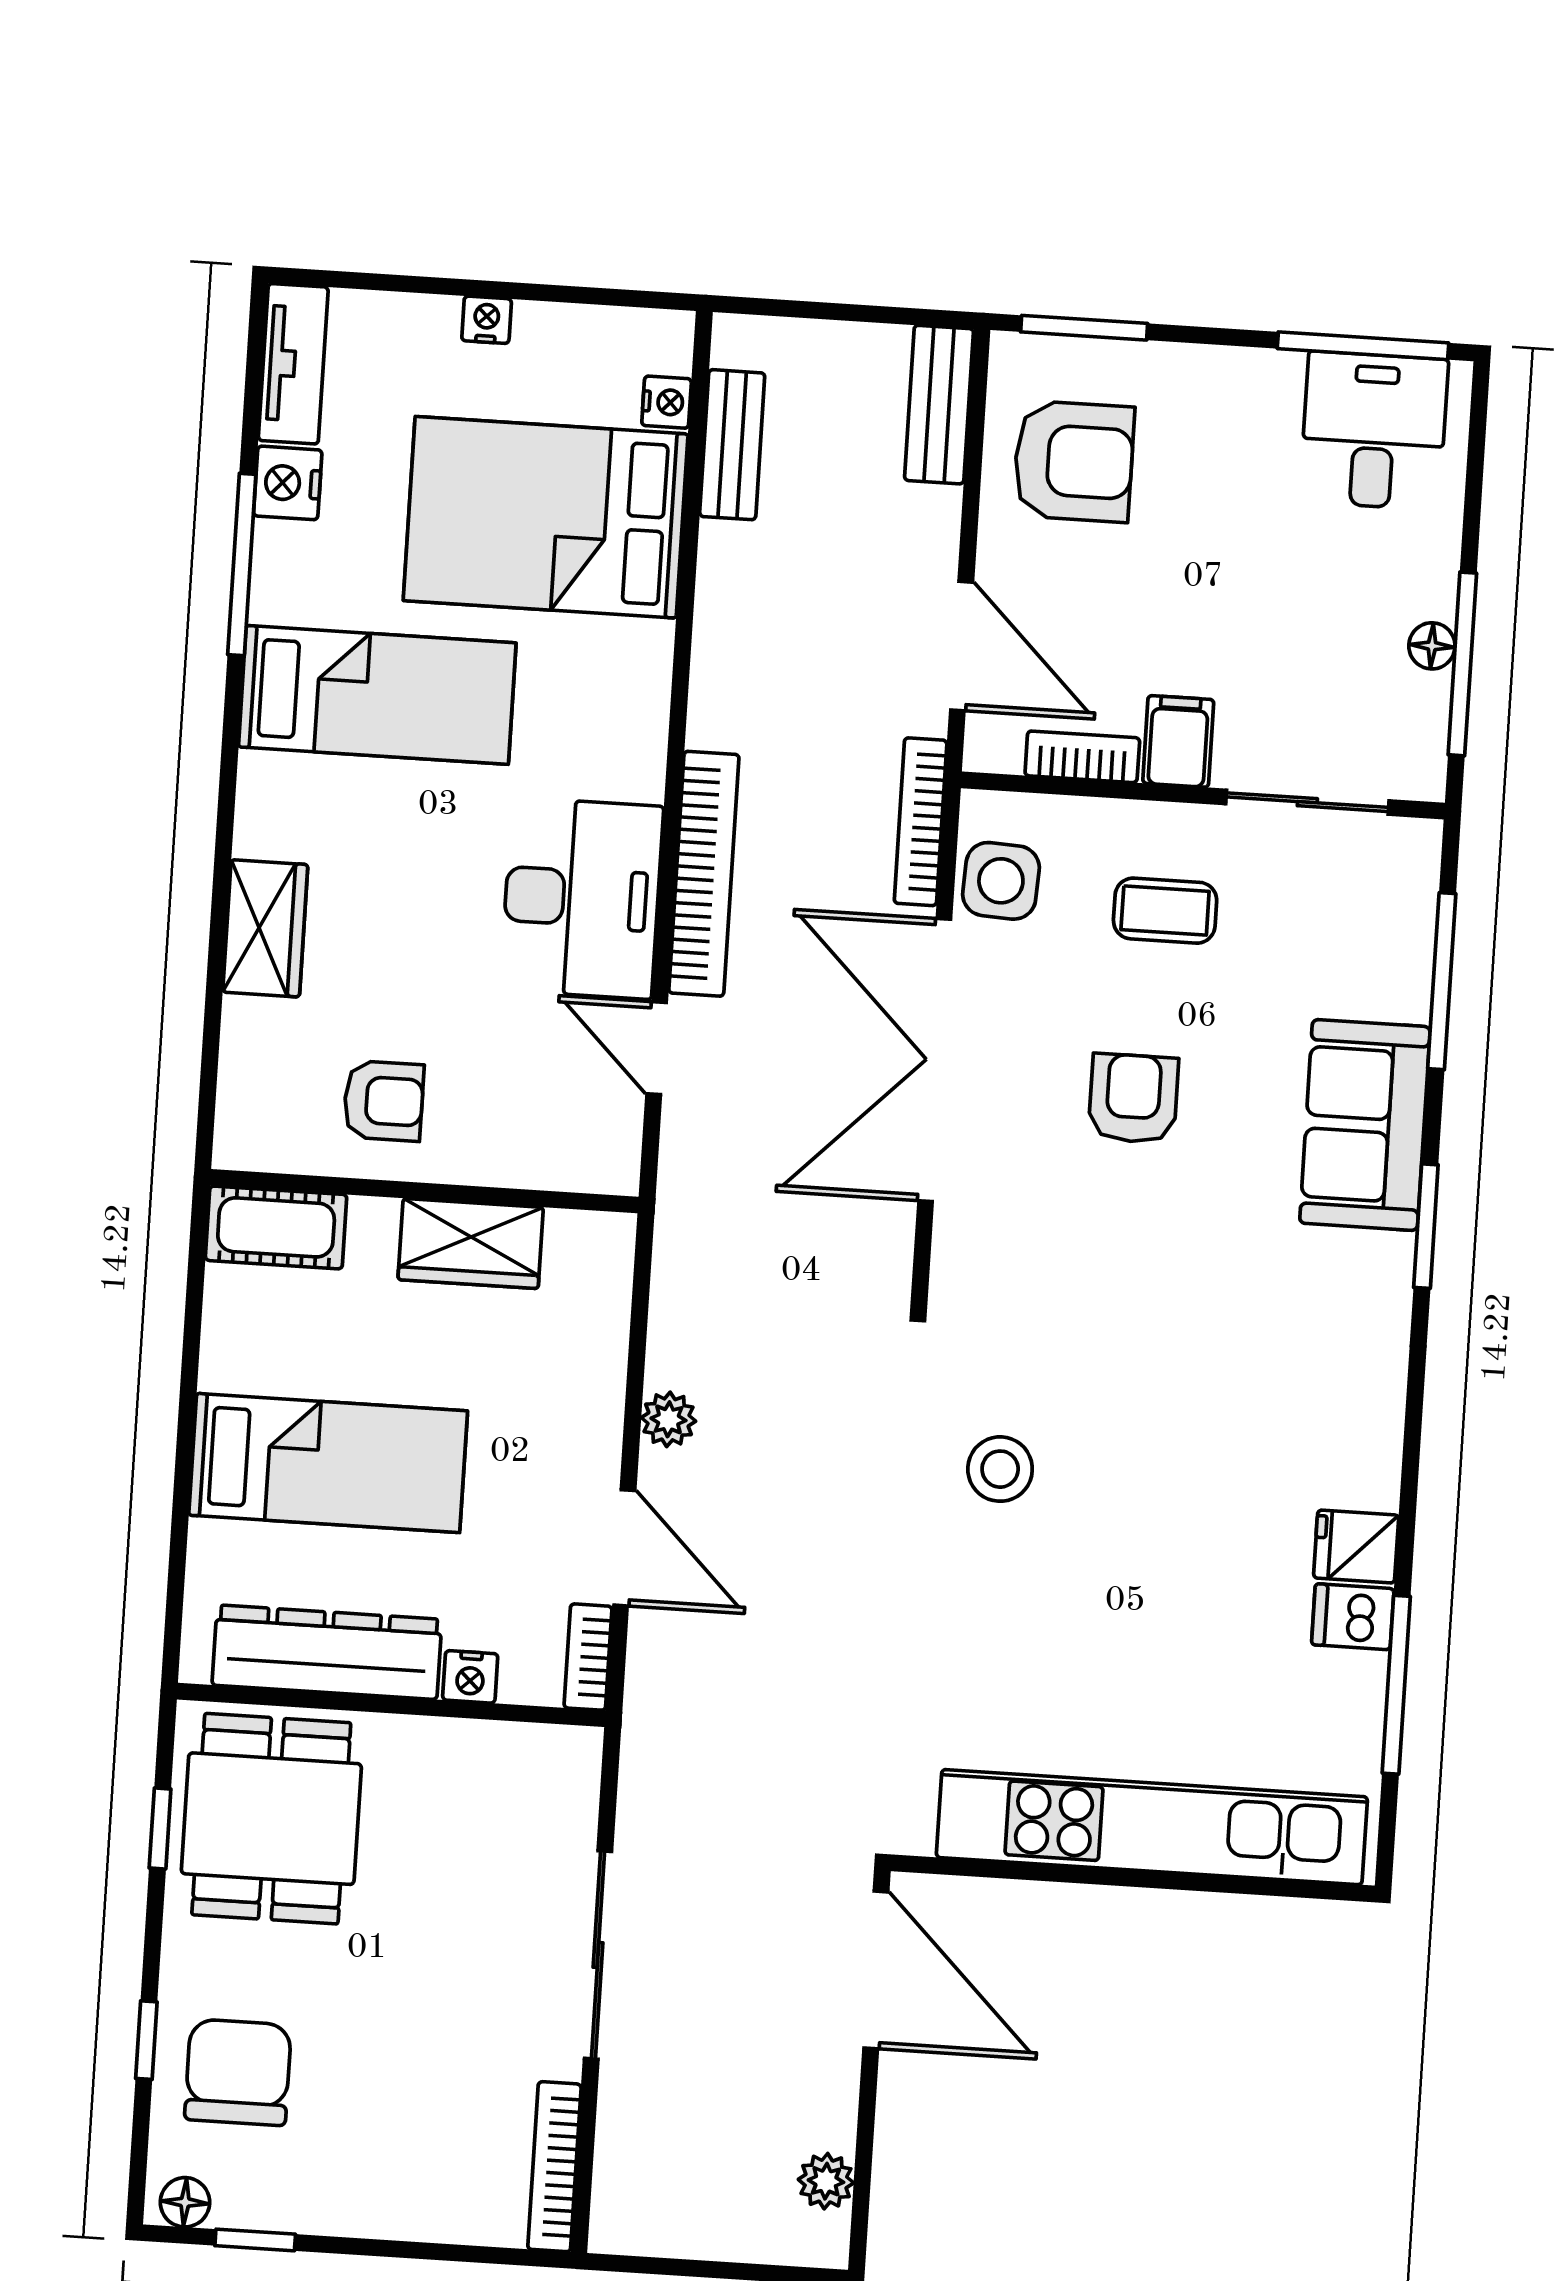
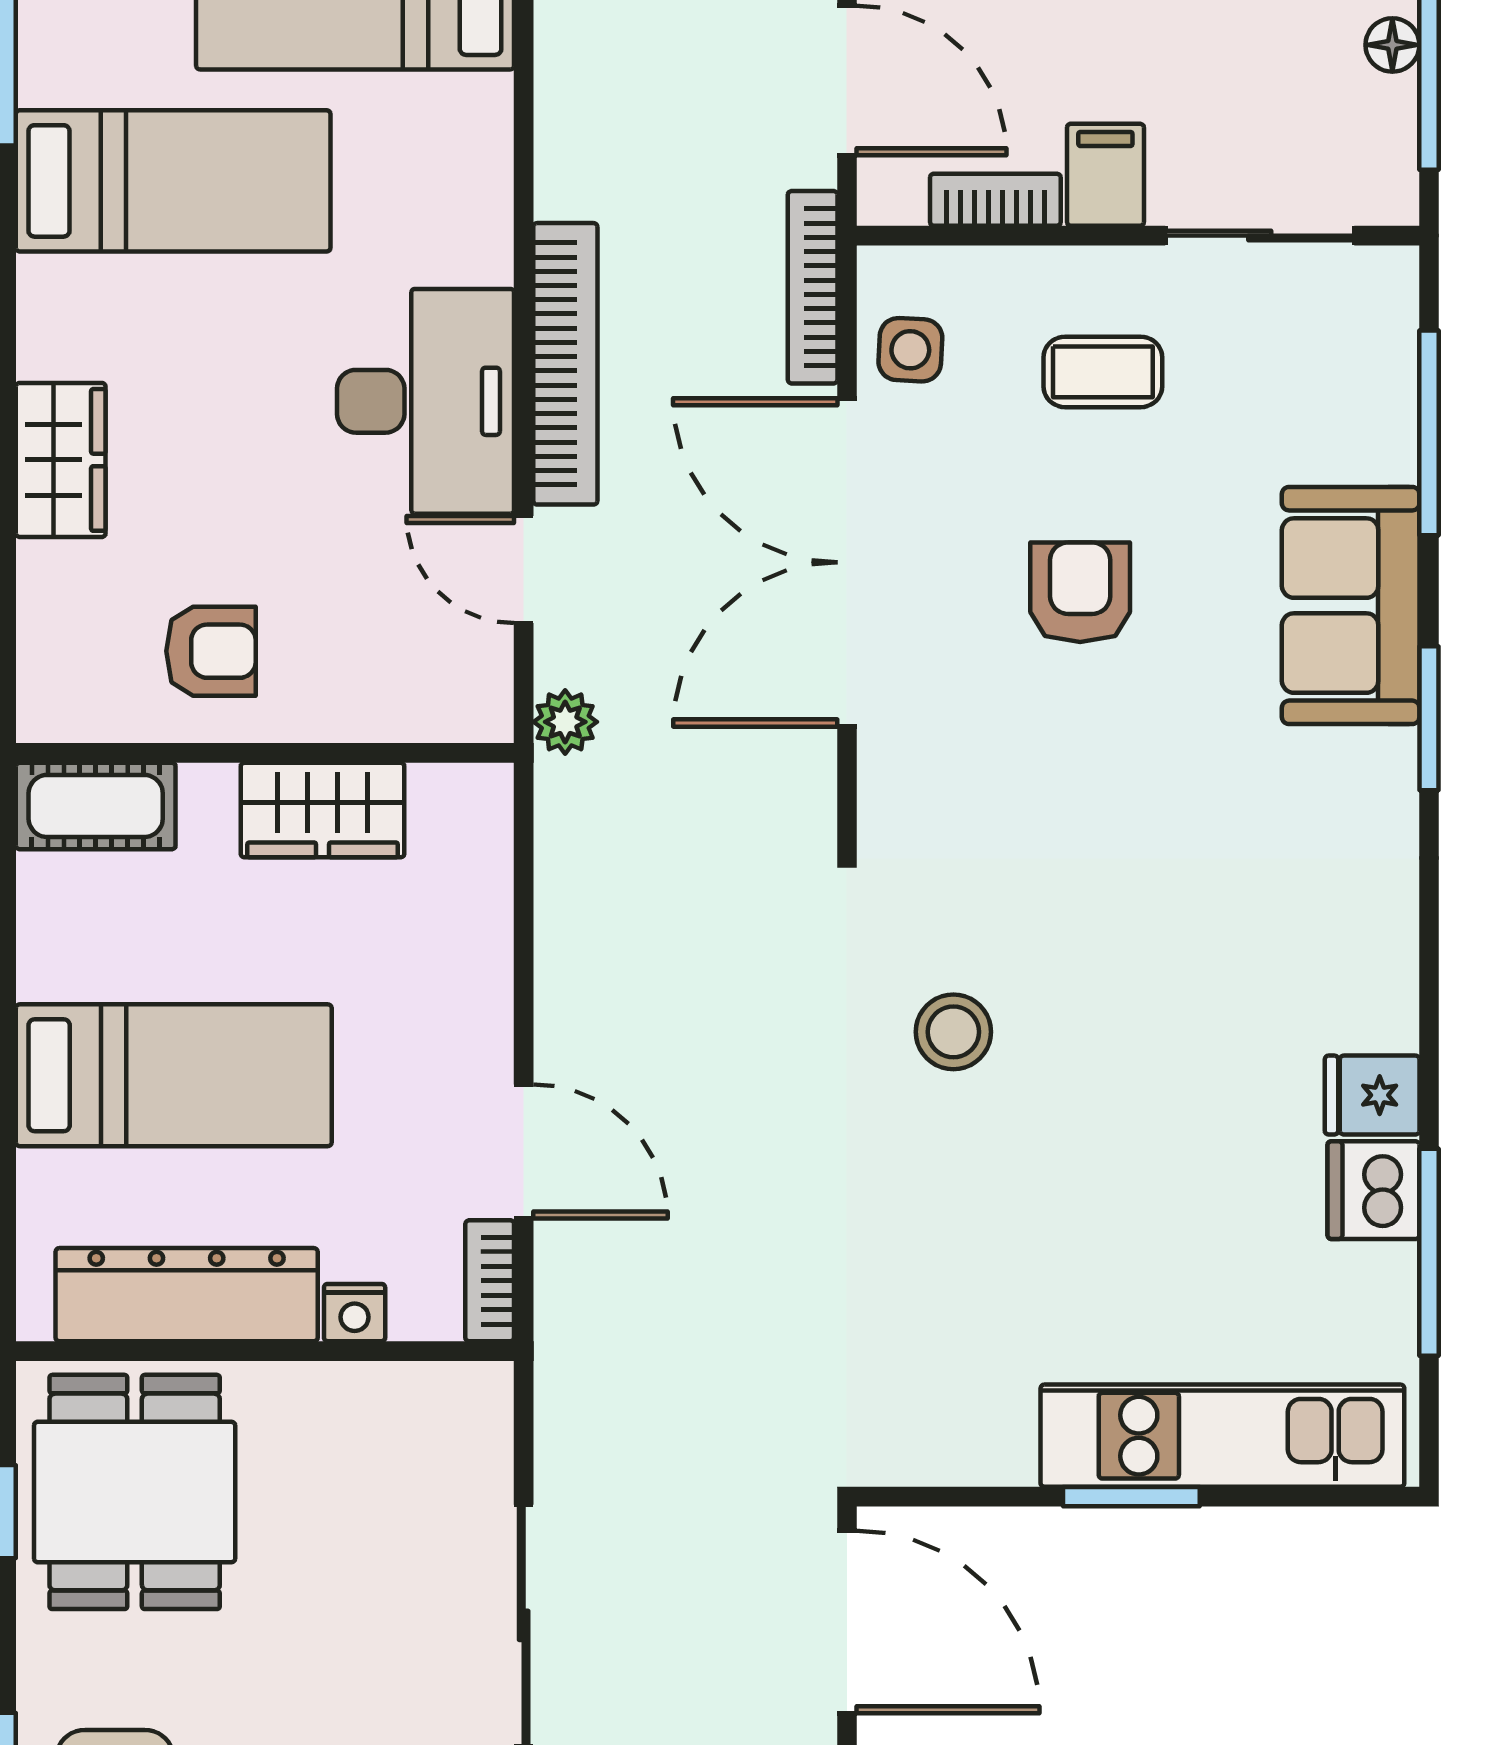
side table: (1001, 881) -> (910, 350), width x0.73, depth x0.73
plant: (668, 1419) -> (565, 722), moved
dishwasher: (1353, 1617) -> (1373, 1190), width x1.38
kitchen unit: (1152, 1827) -> (1222, 1436), width x0.73
window: (1127, 1878) -> (1131, 1497), added

